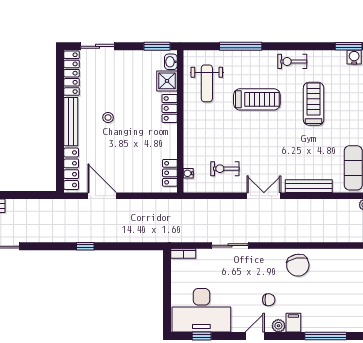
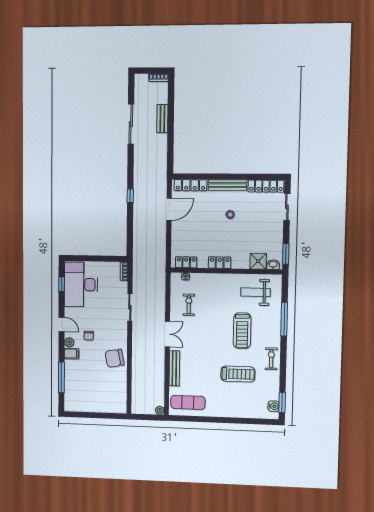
locker: (170, 108) -> (220, 263), moved

